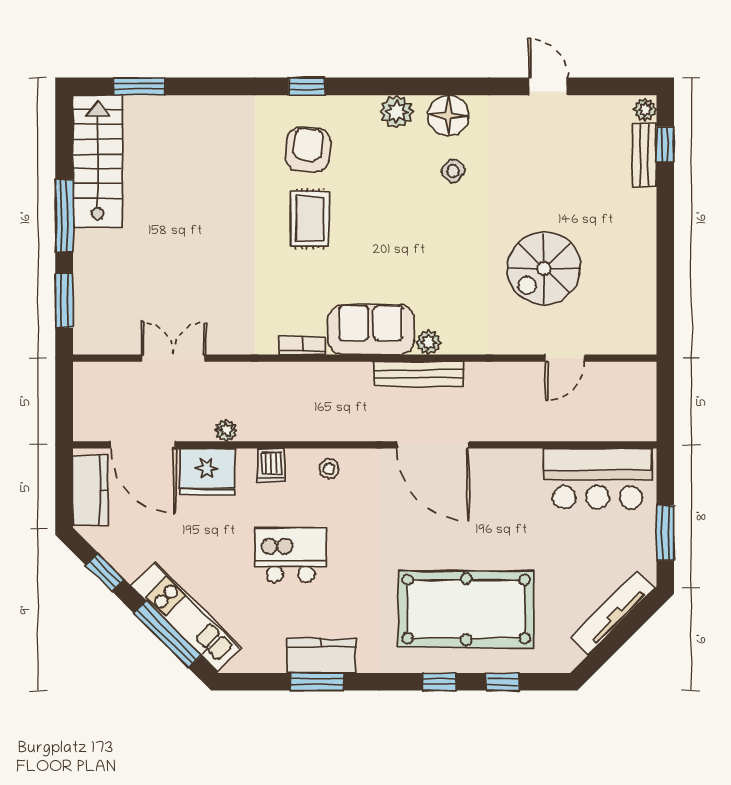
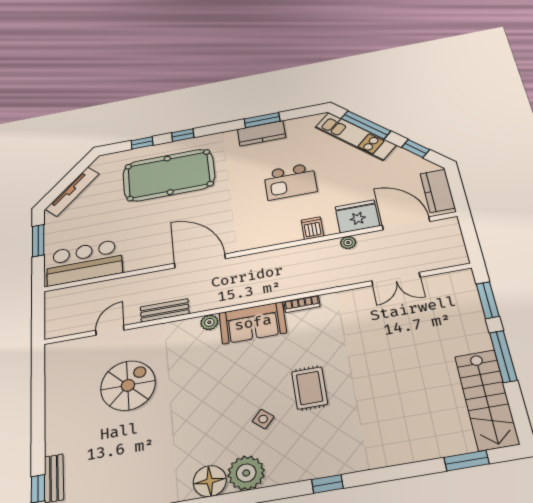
plant: (397, 112) -> (246, 473), width x1.36, depth x1.36
armchair: (308, 150) -> (319, 437), removed
side table: (453, 171) -> (263, 419), moved
bench: (419, 374) -> (165, 310), moved, width x0.73
stool: (329, 469) -> (271, 234), removed

